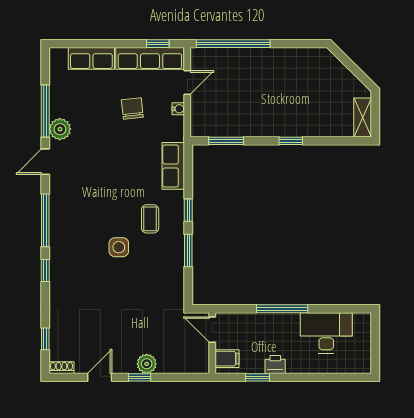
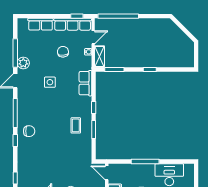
shelving: (363, 117) -> (100, 57), moved
coffee table: (150, 219) -> (76, 125), moved
side table: (119, 247) -> (50, 82), moved
chair: (71, 253) -> (29, 131), added

